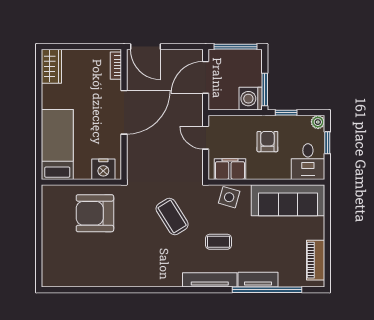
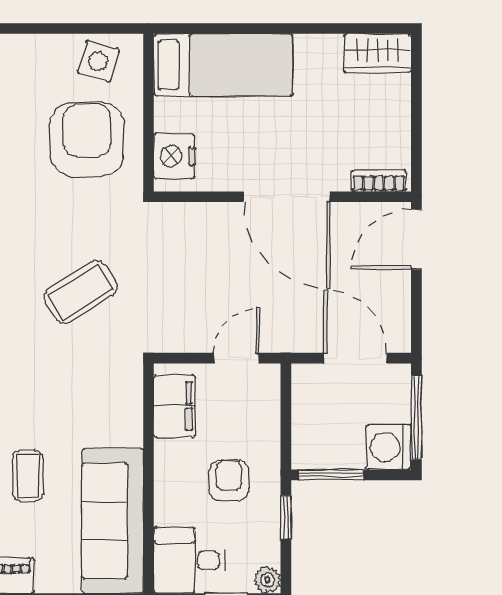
washing machine: (251, 99) -> (389, 447), moved, turned -90
armchair: (267, 142) -> (229, 480), turned -90
side table: (229, 197) -> (98, 61), moved
coffee table: (218, 242) -> (28, 476), moved

